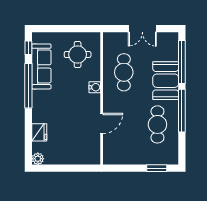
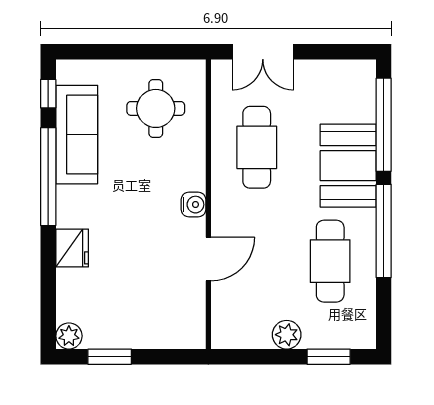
double door: (142, 29) -> (263, 52), moved
water cooler: (95, 87) -> (193, 205), moved
fridge: (39, 132) -> (72, 248), moved
plant: (138, 158) -> (287, 335), added
window: (56, 168) -> (110, 357), added

